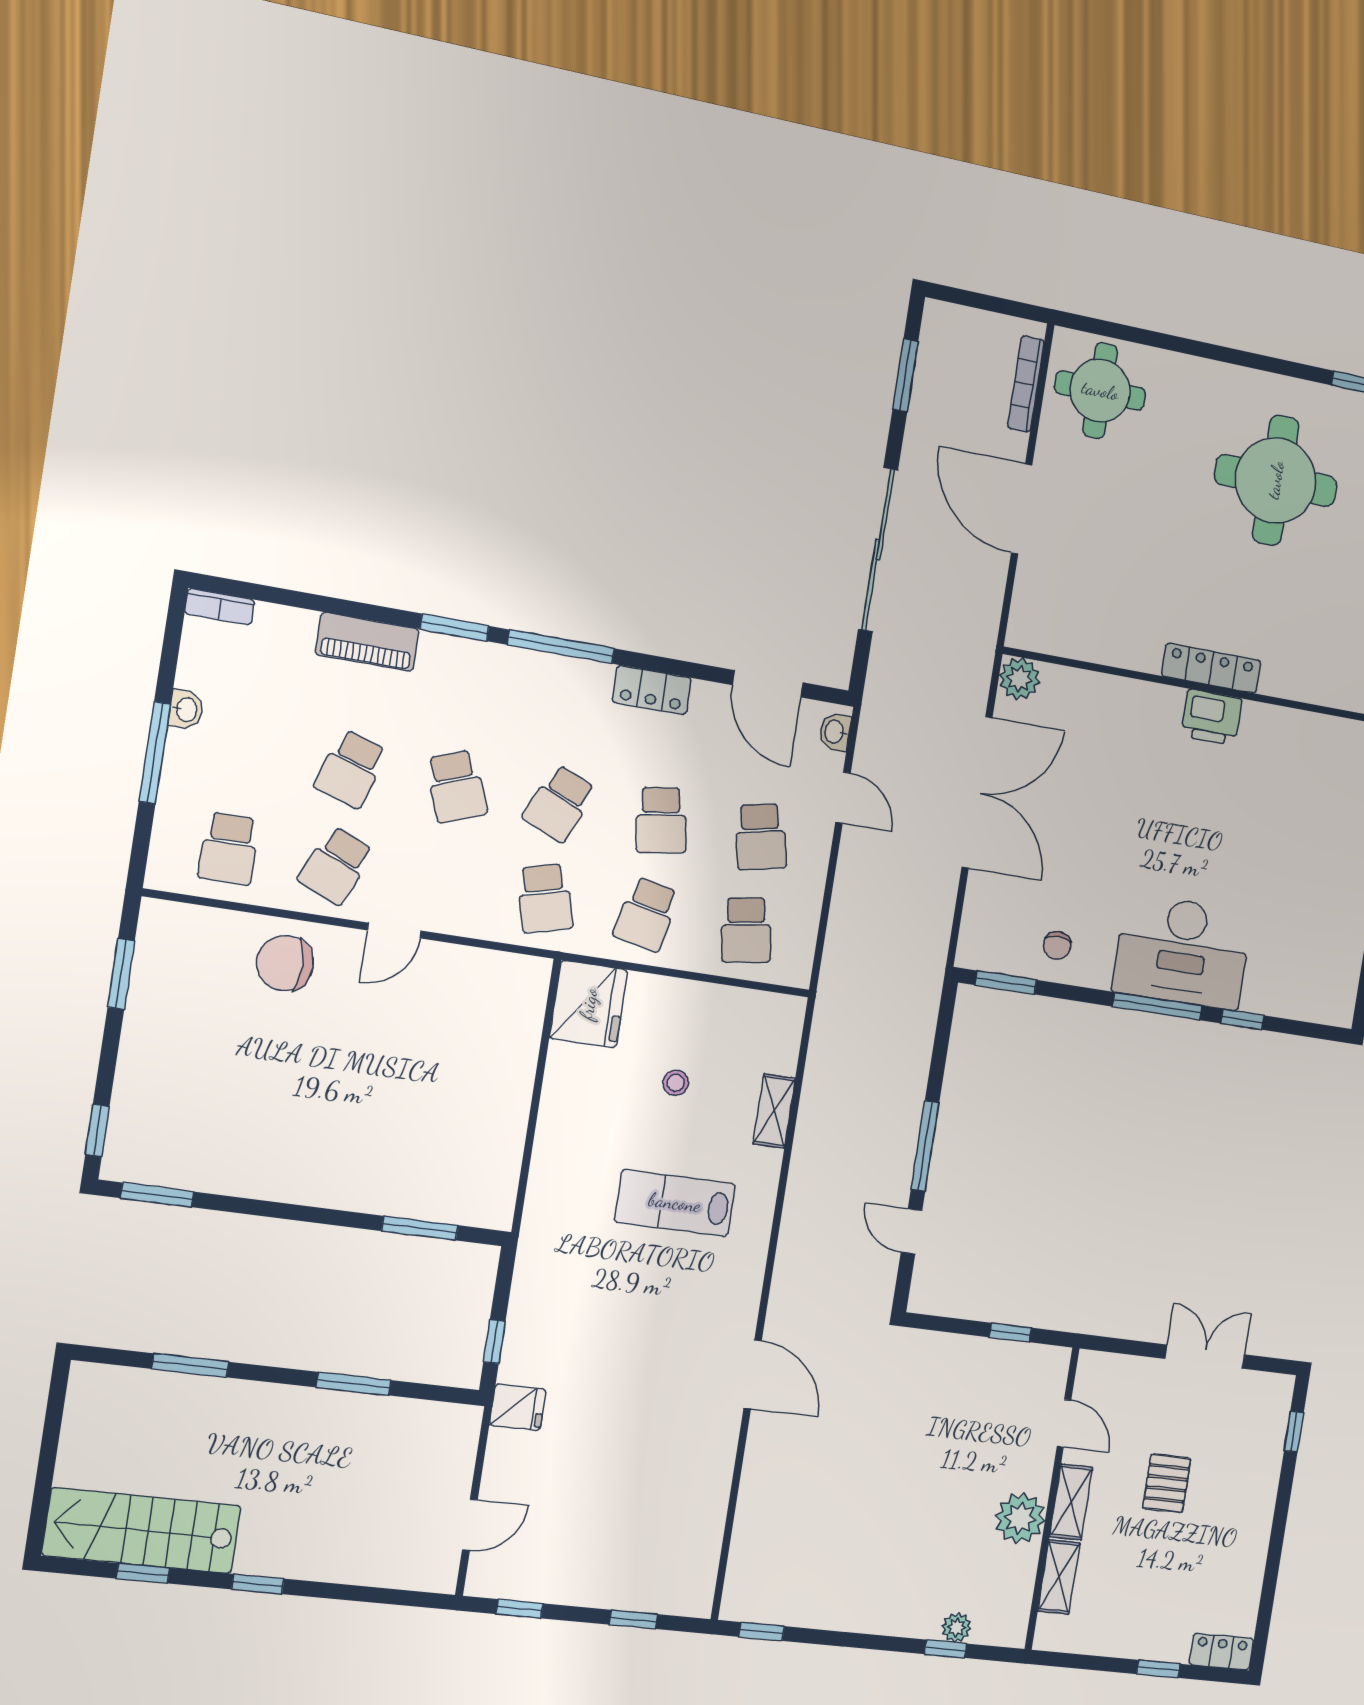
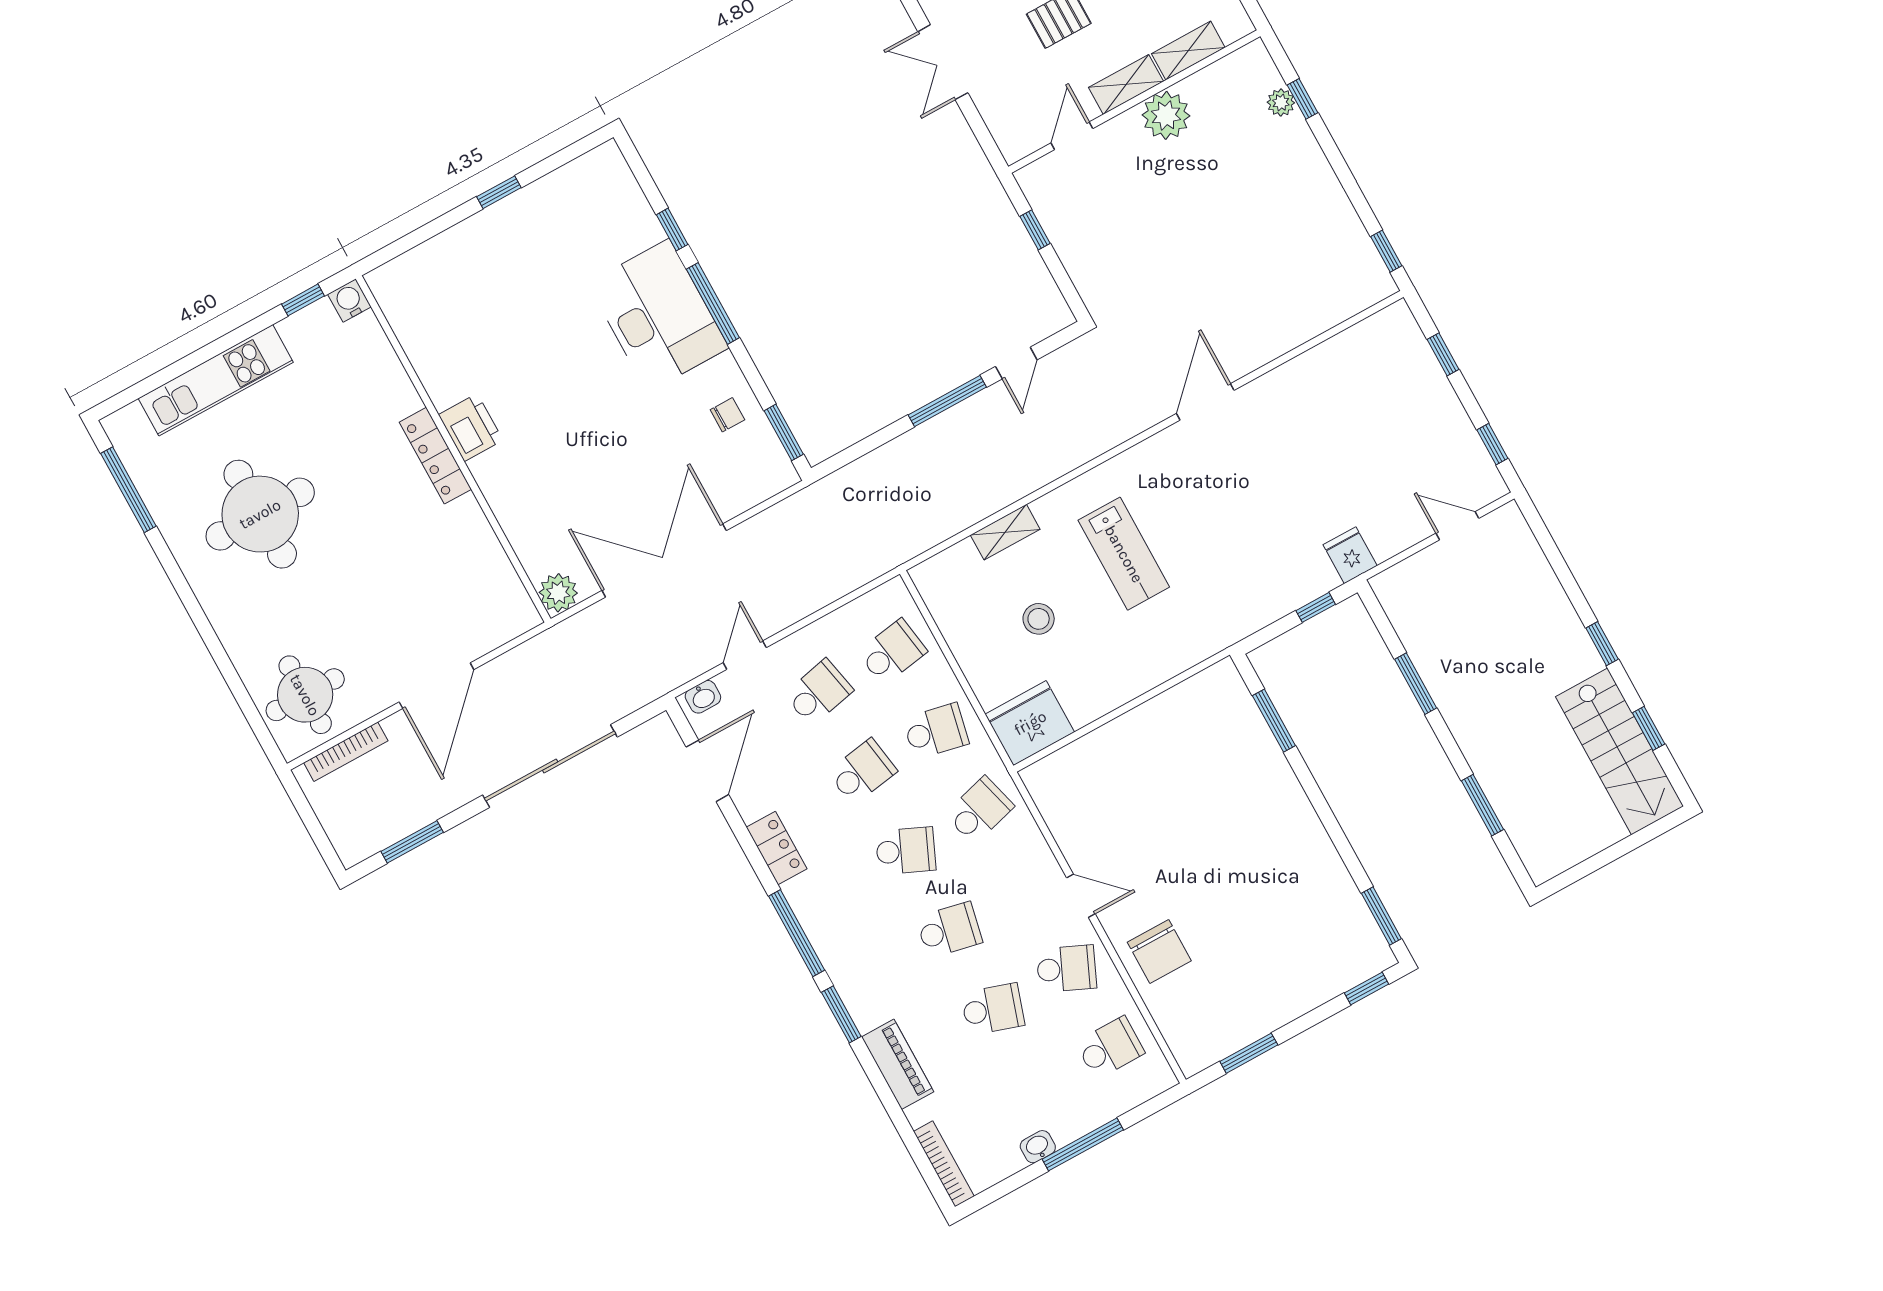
bookcase: (220, 607) -> (944, 1164), width x1.56
school desk: (456, 786) -> (949, 930), turned 33
stool: (676, 1083) -> (1039, 619), width x1.37, depth x1.37

